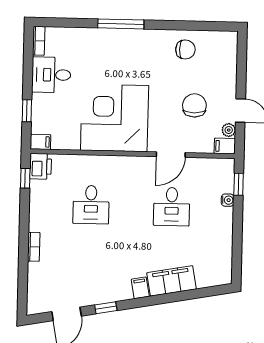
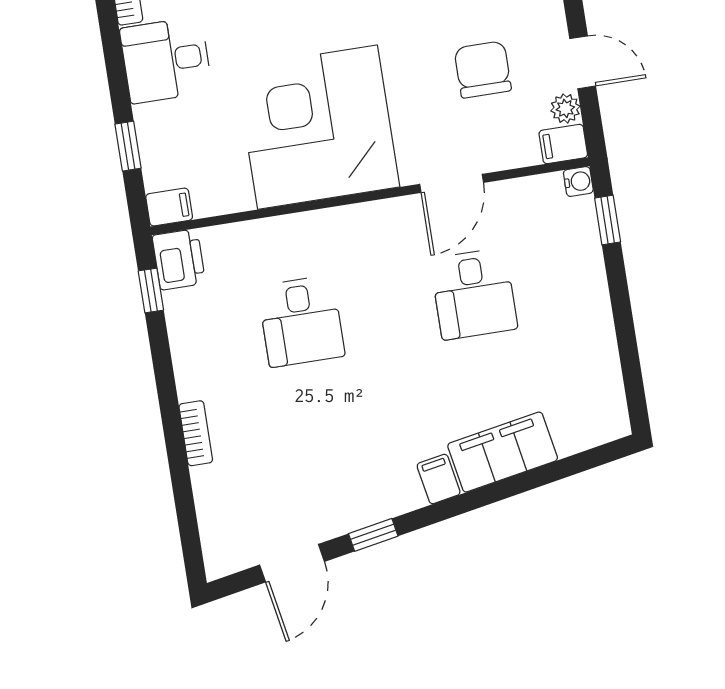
water cooler: (228, 200) -> (578, 181), moved

